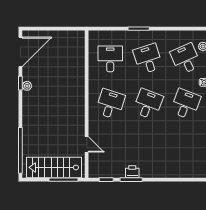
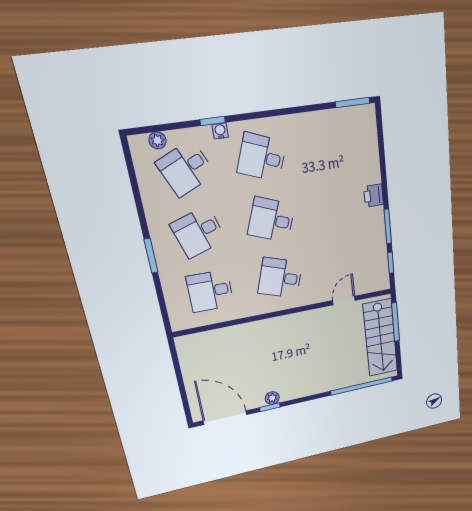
printer: (132, 172) -> (374, 196), moved

